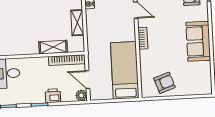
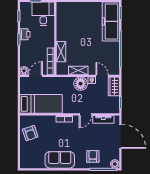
floor lamp: (95, 19) -> (81, 84), added
printer: (53, 96) -> (25, 34), moved

